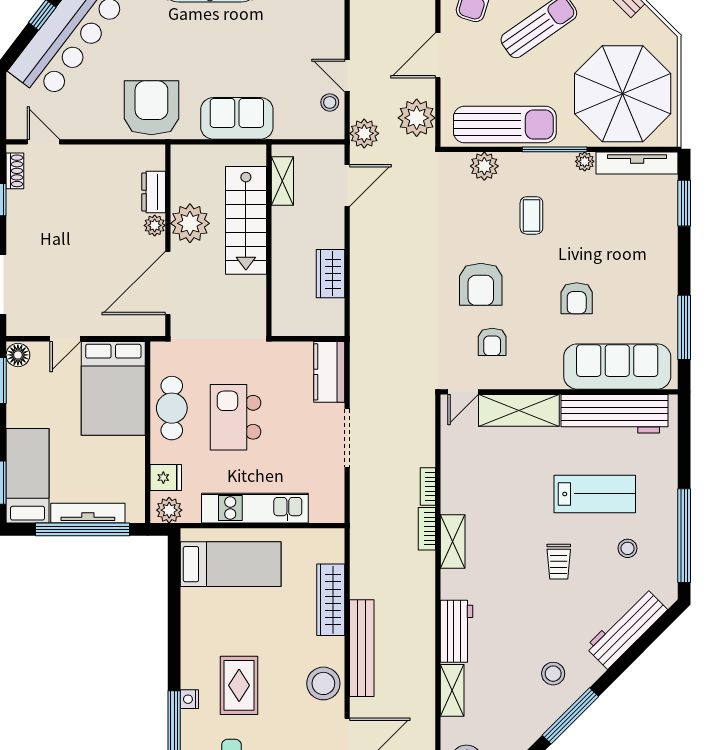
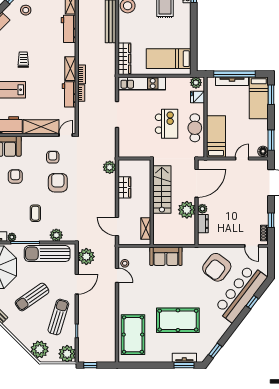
armchair: (151, 108) -> (217, 267), moved, turned 37
plant: (364, 133) -> (110, 167), moved
door: (347, 185) -> (117, 227), hinge flipped
stairs: (246, 220) -> (162, 189), moved
kitchen counter: (329, 372) -> (125, 144), removed
bed: (113, 388) -> (216, 137), width x0.67
workbench: (455, 484) -> (69, 94), added
kitchen unit: (255, 508) -> (142, 83), moved
wardrobe: (331, 600) -> (124, 59), moved

